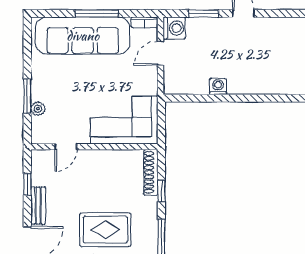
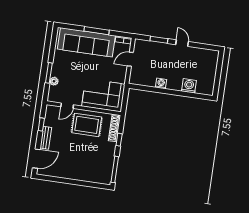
washing machine: (174, 28) -> (189, 86), moved, turned -90
rug: (105, 230) -> (87, 125), moved

